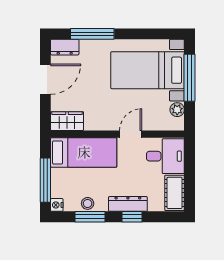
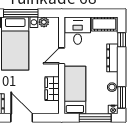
wardrobe: (67, 121) -> (52, 89), moved
door: (131, 134) -> (62, 56), hinge flipped
window: (90, 217) -> (122, 97), moved
window: (132, 217) -> (122, 40), moved

